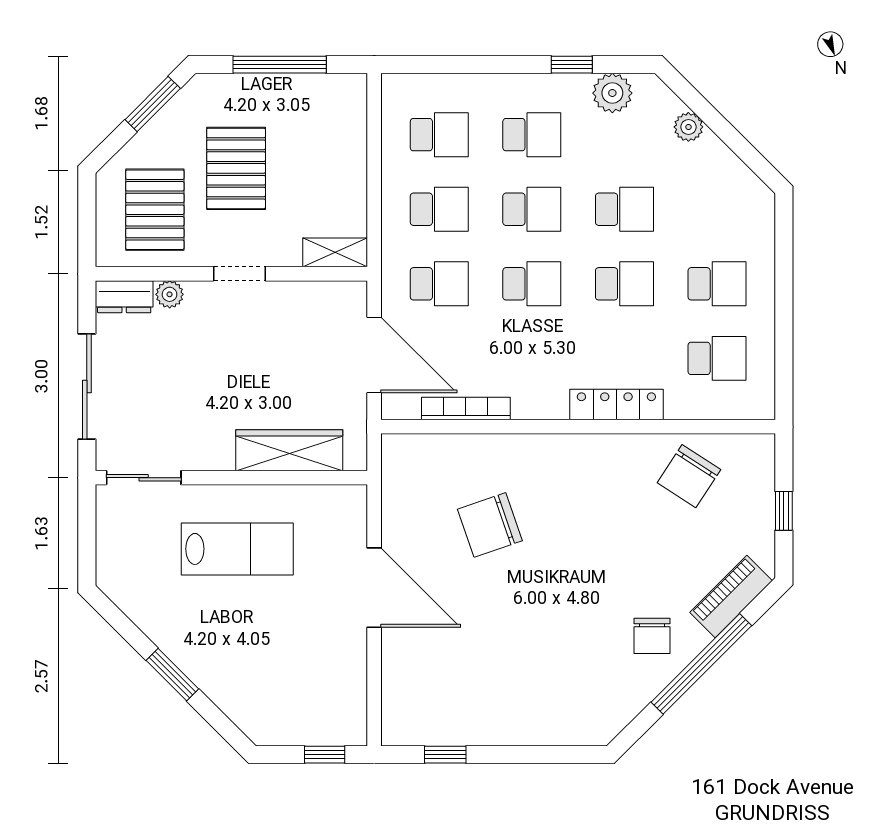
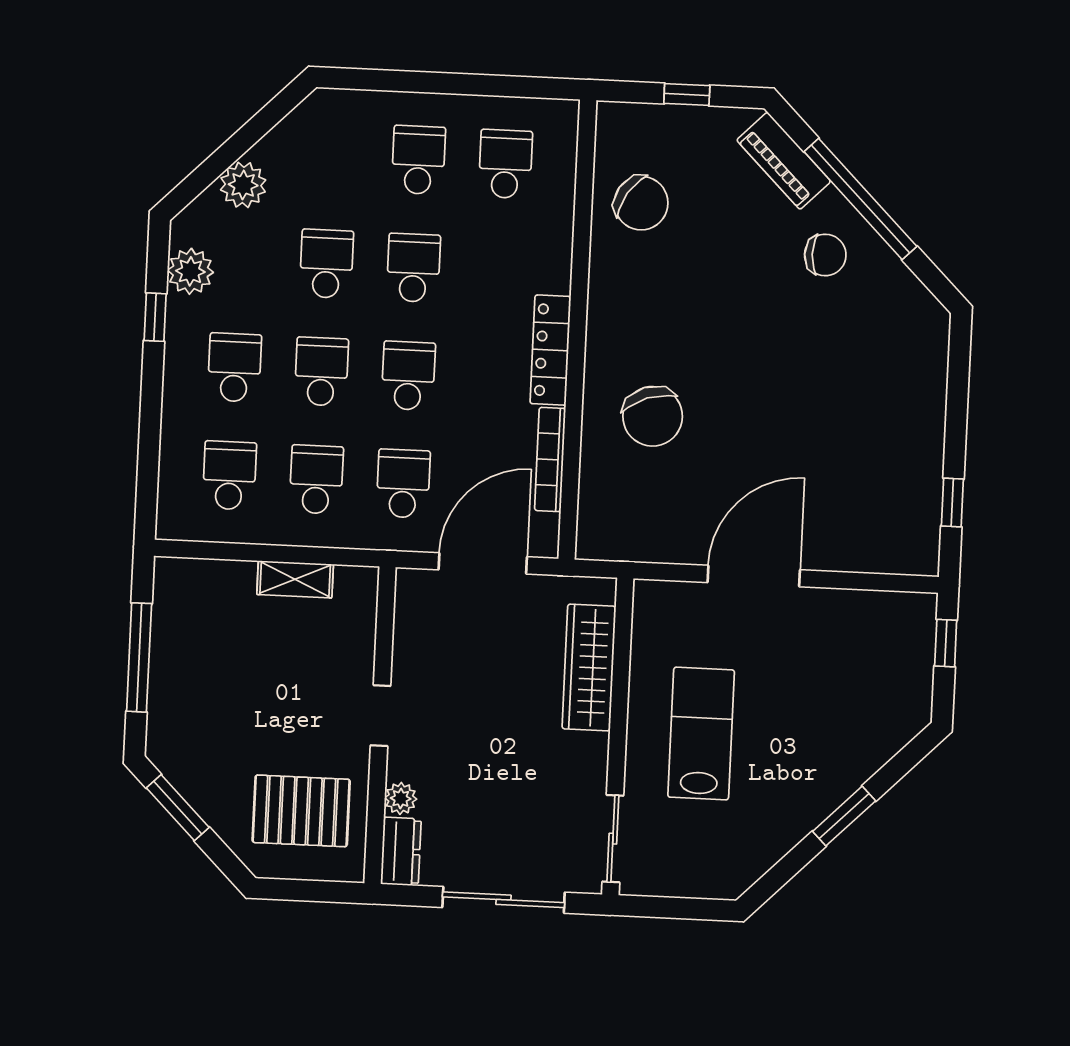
plant: (688, 127) -> (243, 185), width x1.38, depth x1.38
pallet: (236, 168) -> (258, 714), removed
shelving: (335, 252) -> (295, 579), moved, turned 90
locker: (616, 404) -> (550, 350), moved
chair: (490, 525) -> (653, 416), moved

